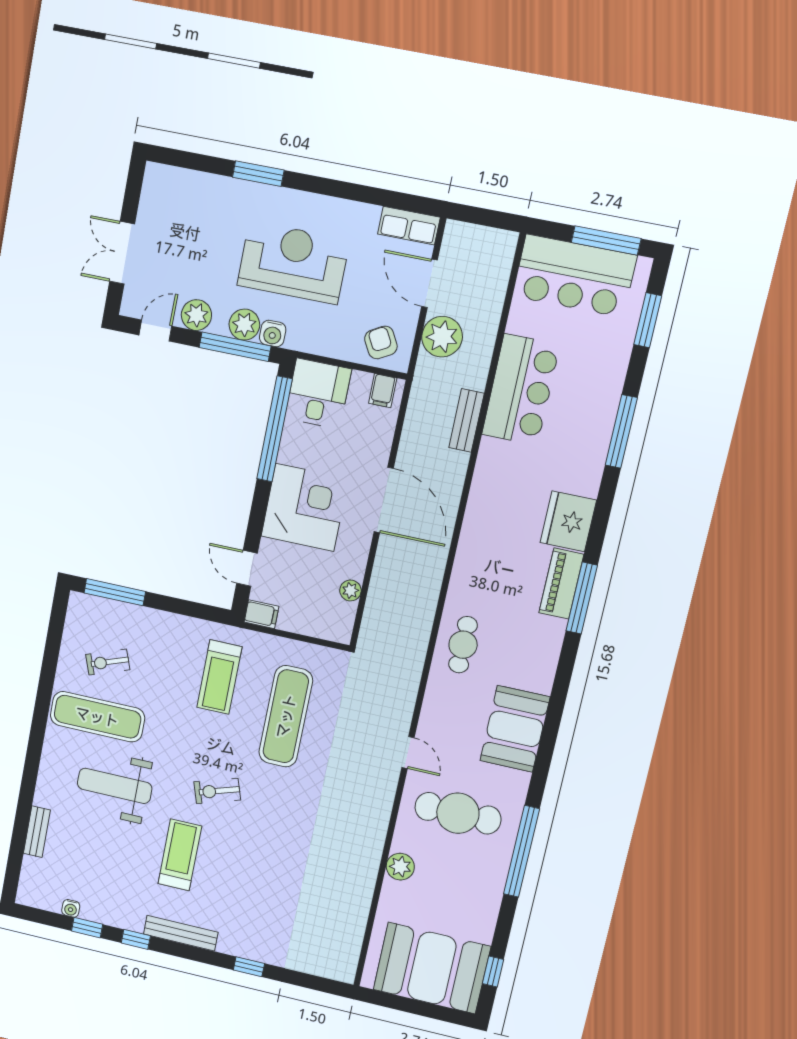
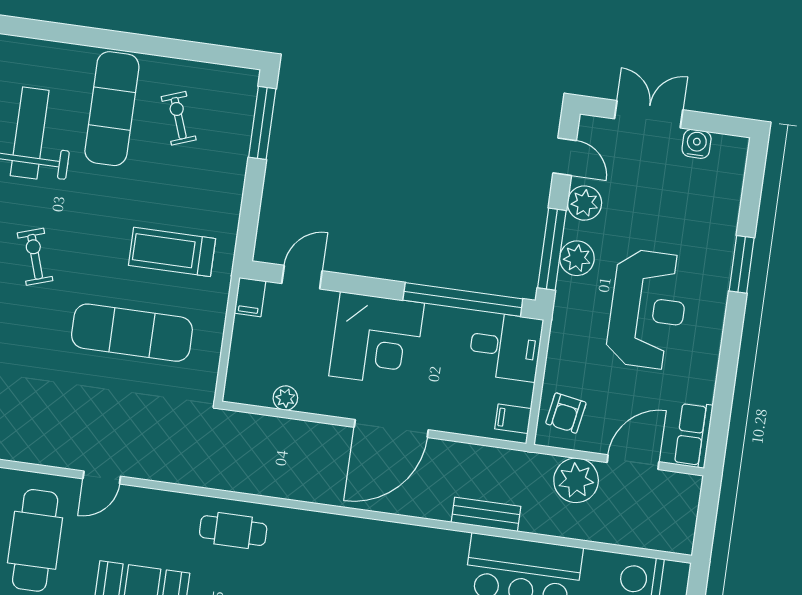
water cooler: (273, 334) -> (697, 144), moved, turned 90
armchair: (381, 342) -> (566, 413), turned 129

